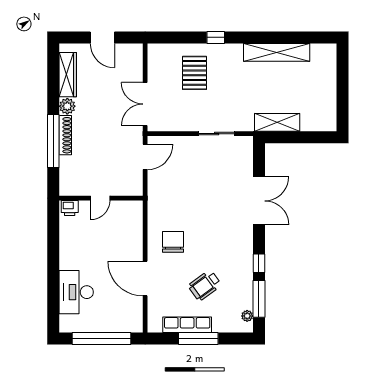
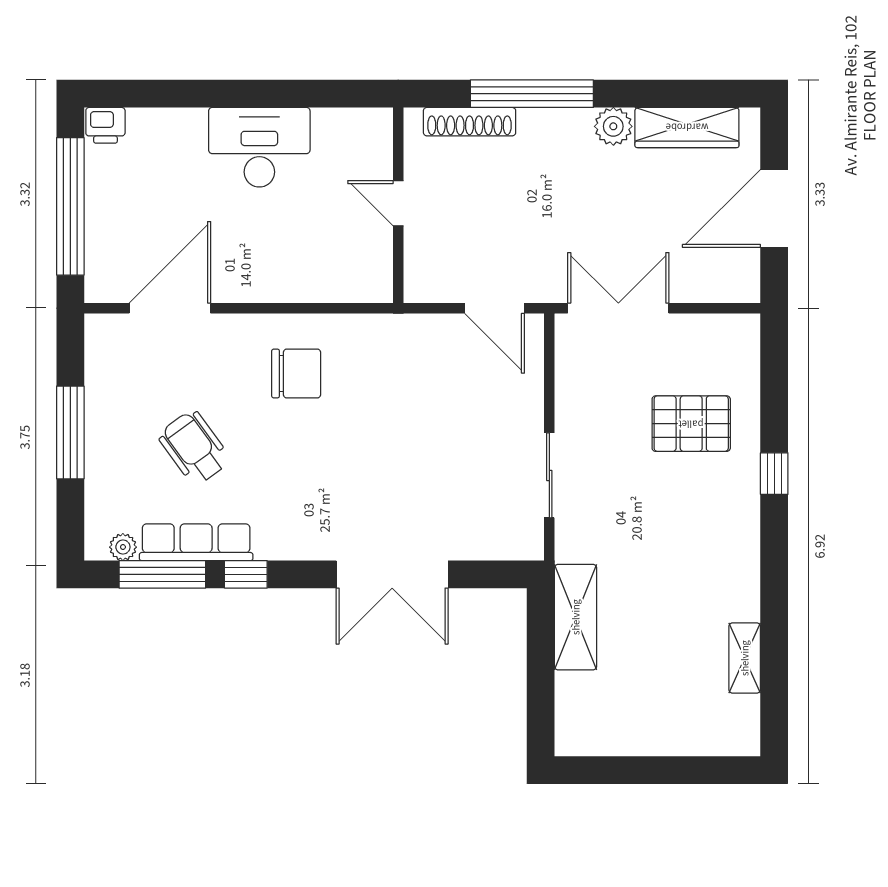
door: (102, 37) -> (774, 209), width x1.36
shelving: (277, 52) -> (745, 658), width x0.45, depth x0.75
shoe rack: (65, 135) -> (470, 122), moved
printer: (70, 208) -> (105, 125), moved, turned -90
door: (145, 279) -> (170, 308), moved
desk: (76, 292) -> (259, 147), moved
row of seats: (187, 325) -> (196, 542), moved, turned -90

